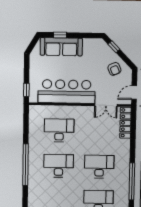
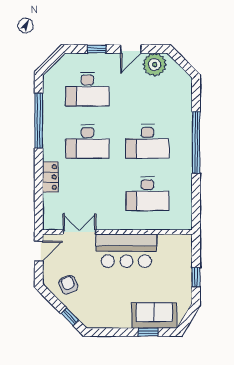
sofa: (61, 47) -> (154, 315), width x0.73
window: (26, 90) -> (196, 277), moved
bar counter: (67, 92) -> (126, 251), width x0.73
locker: (125, 123) -> (50, 177), moved, width x0.66

